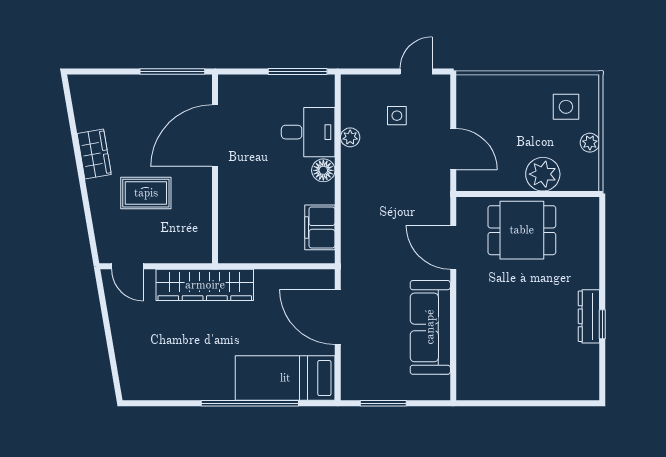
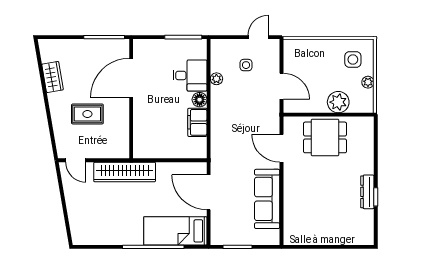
wardrobe: (94, 154) -> (53, 77), moved
filing cabinet: (320, 227) -> (197, 122), moved

